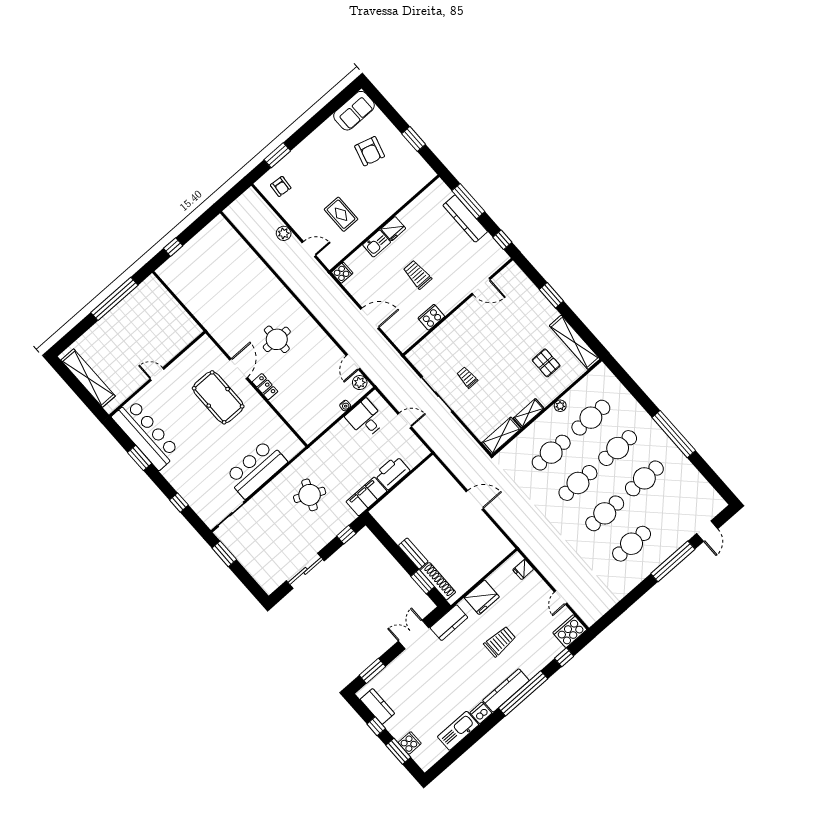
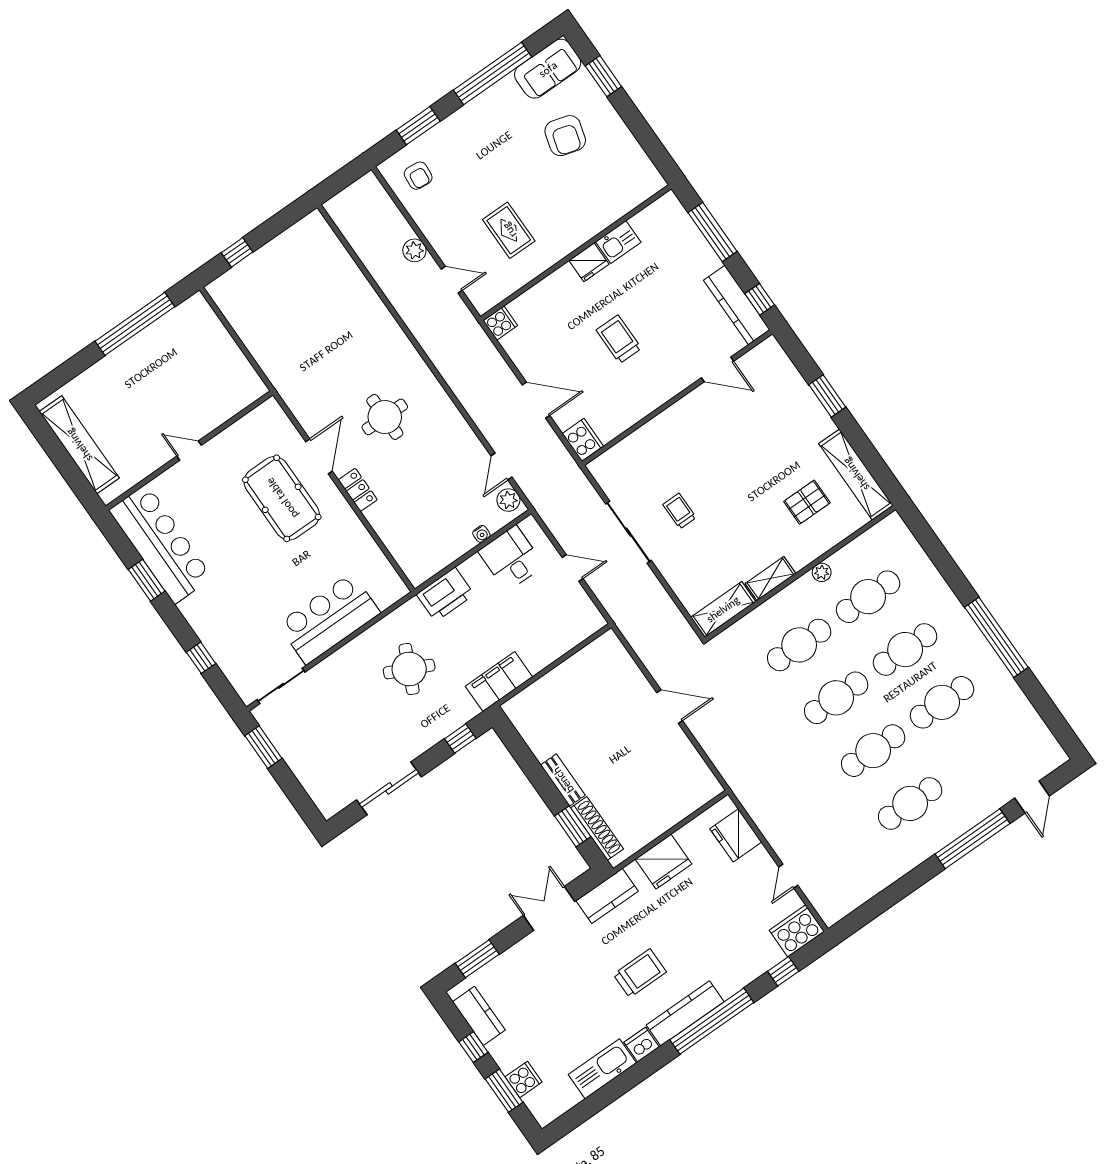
window: (320, 118) -> (493, 73), added
window: (414, 139) -> (603, 76), moved
kitchen counter: (465, 219) -> (737, 305), moved
kitchen sink: (377, 244) -> (618, 242), moved
cooker: (431, 317) -> (583, 440), moved, turned 90
pallet: (546, 363) -> (807, 502), turned 90
printer: (392, 473) -> (445, 594), moved, turned 180
fridge: (523, 569) -> (736, 835), width x1.88, depth x1.34
trolley: (500, 641) -> (640, 973), moved

